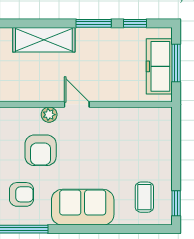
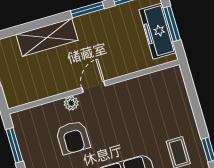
door: (77, 104) -> (93, 87), hinge flipped

